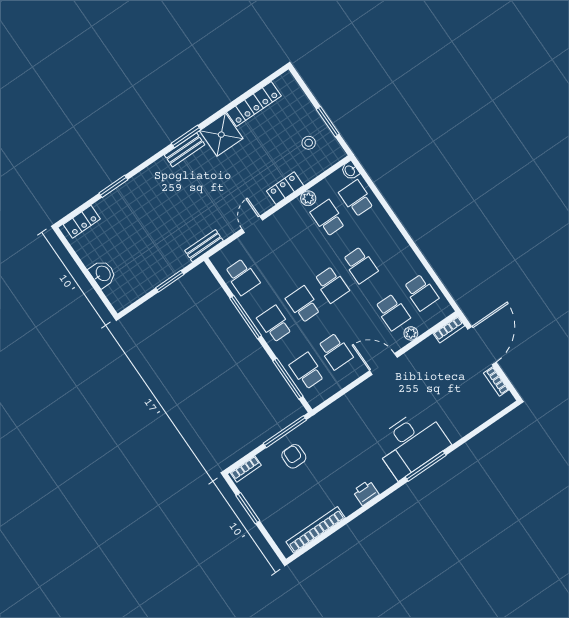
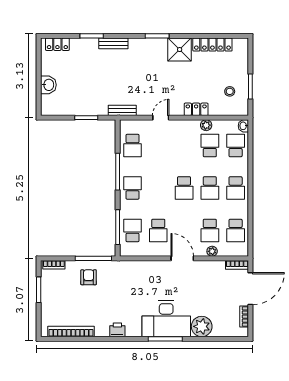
bench: (185, 150) -> (113, 43), moved
school desk: (303, 304) -> (236, 188), moved, turned 180
plant: (457, 425) -> (202, 326), added

